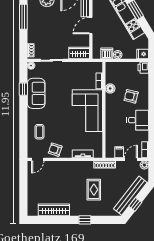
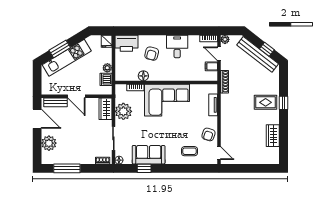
printer: (143, 68) -> (126, 43), width x1.87, depth x1.48
plant: (77, 70) -> (123, 111), added
rug: (94, 190) -> (266, 102), moved
wardrobe: (54, 210) -> (273, 136), width x0.67

